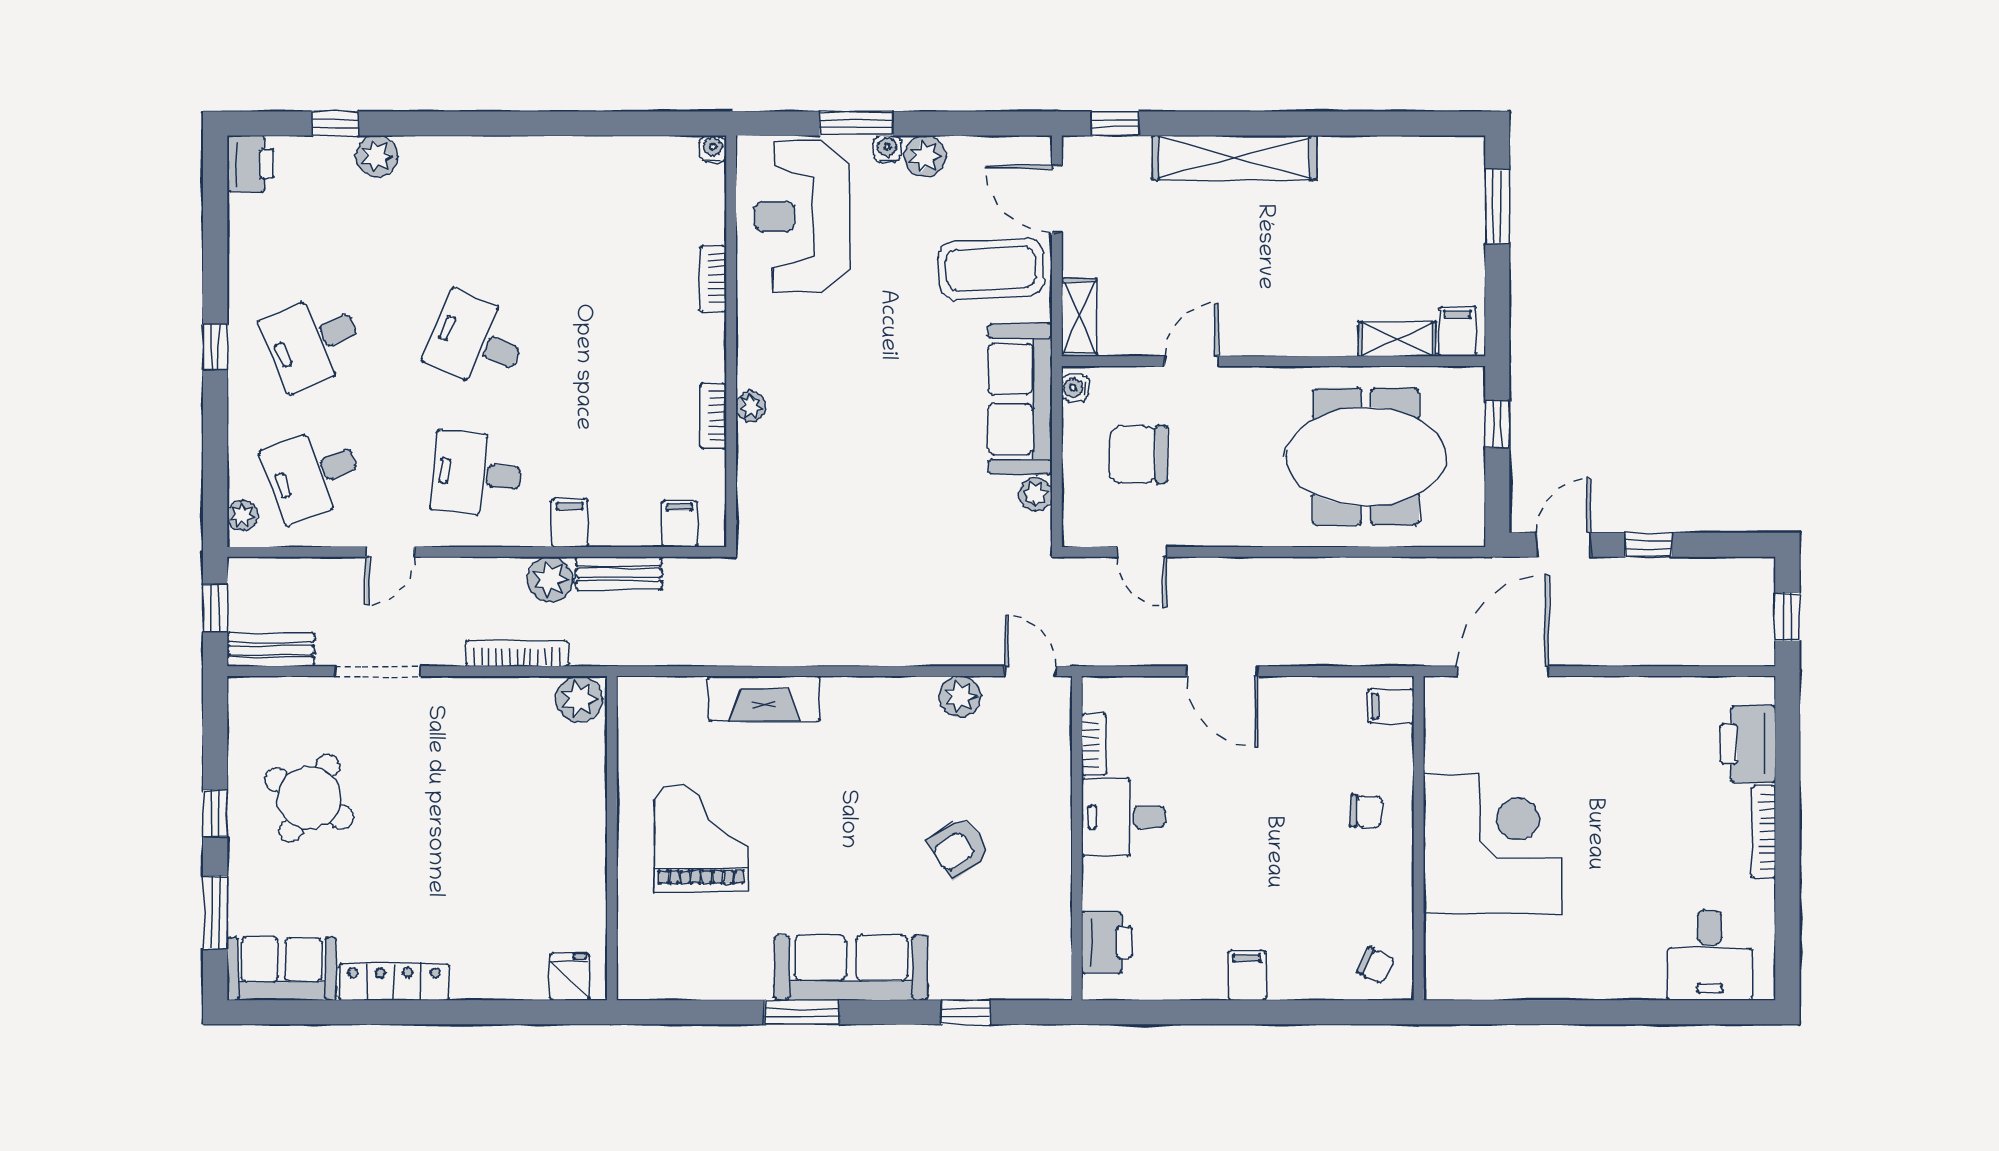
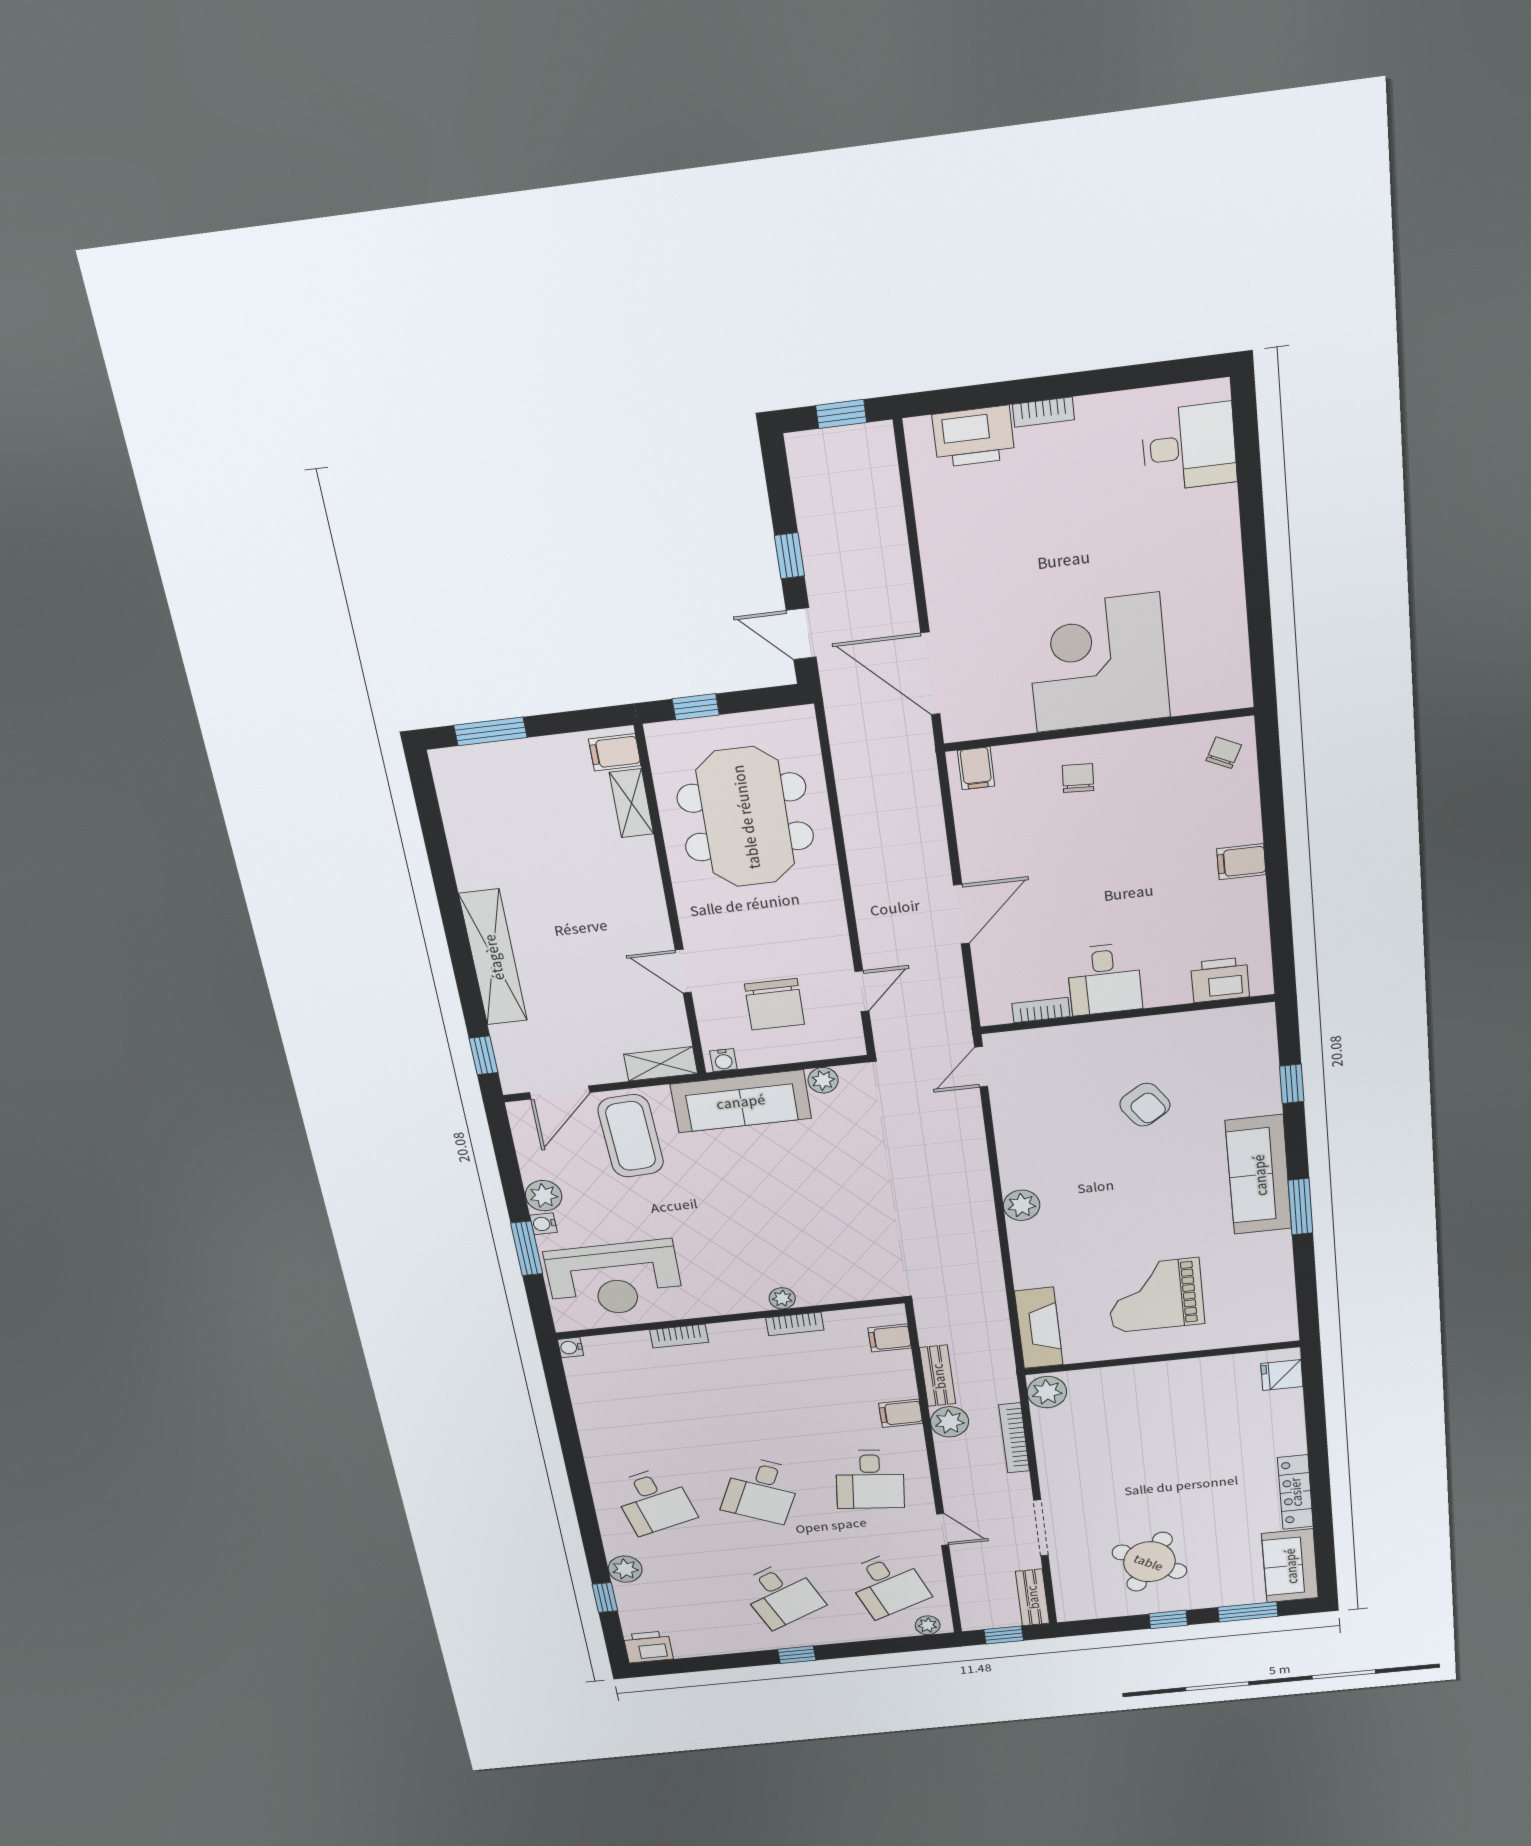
desk: (477, 209) -> (654, 1501), added
plant: (960, 697) -> (1022, 1205), moved
fireplace: (764, 699) -> (1039, 1328), moved
bookcase: (1764, 832) -> (1043, 412), width x0.64

